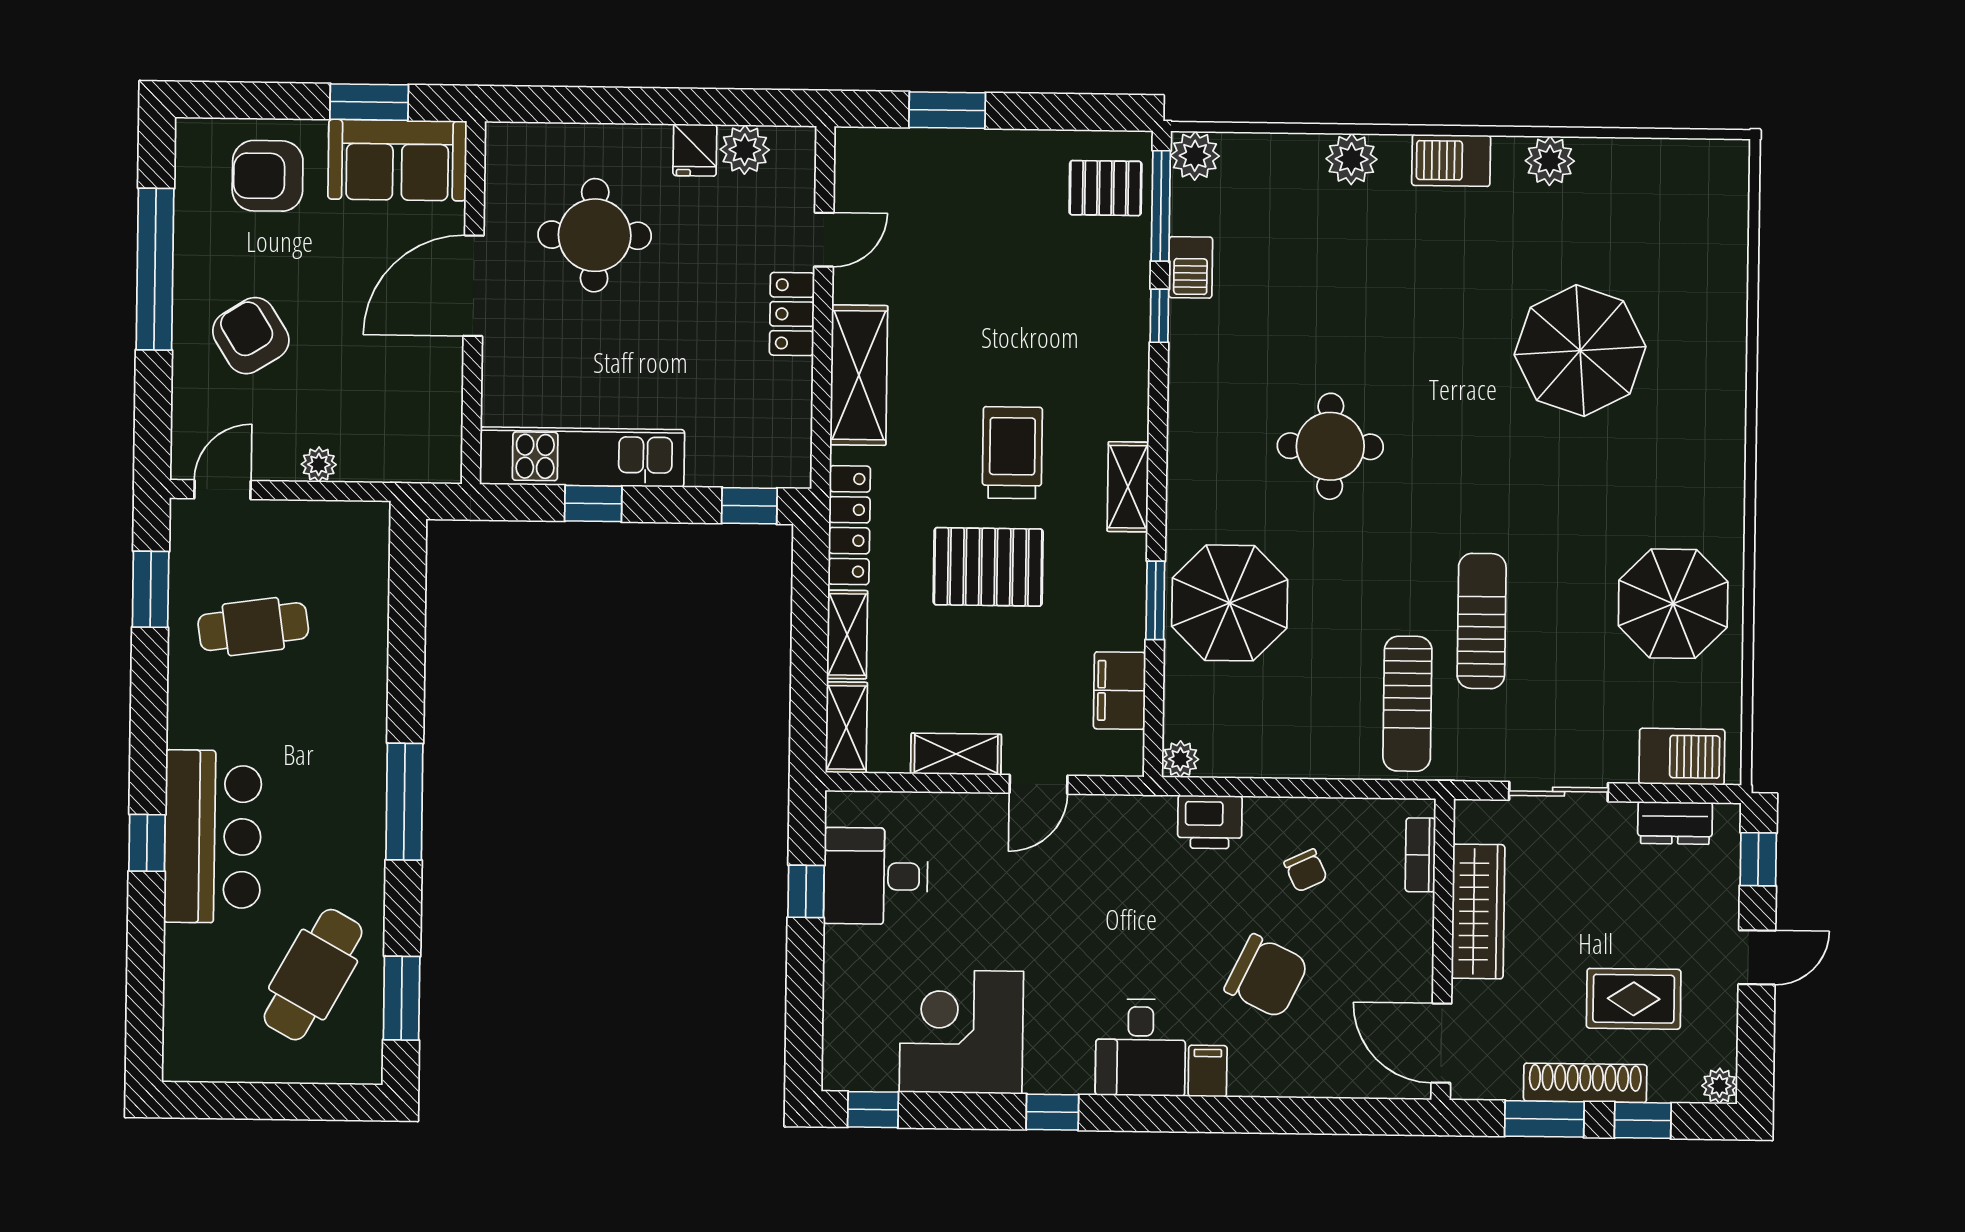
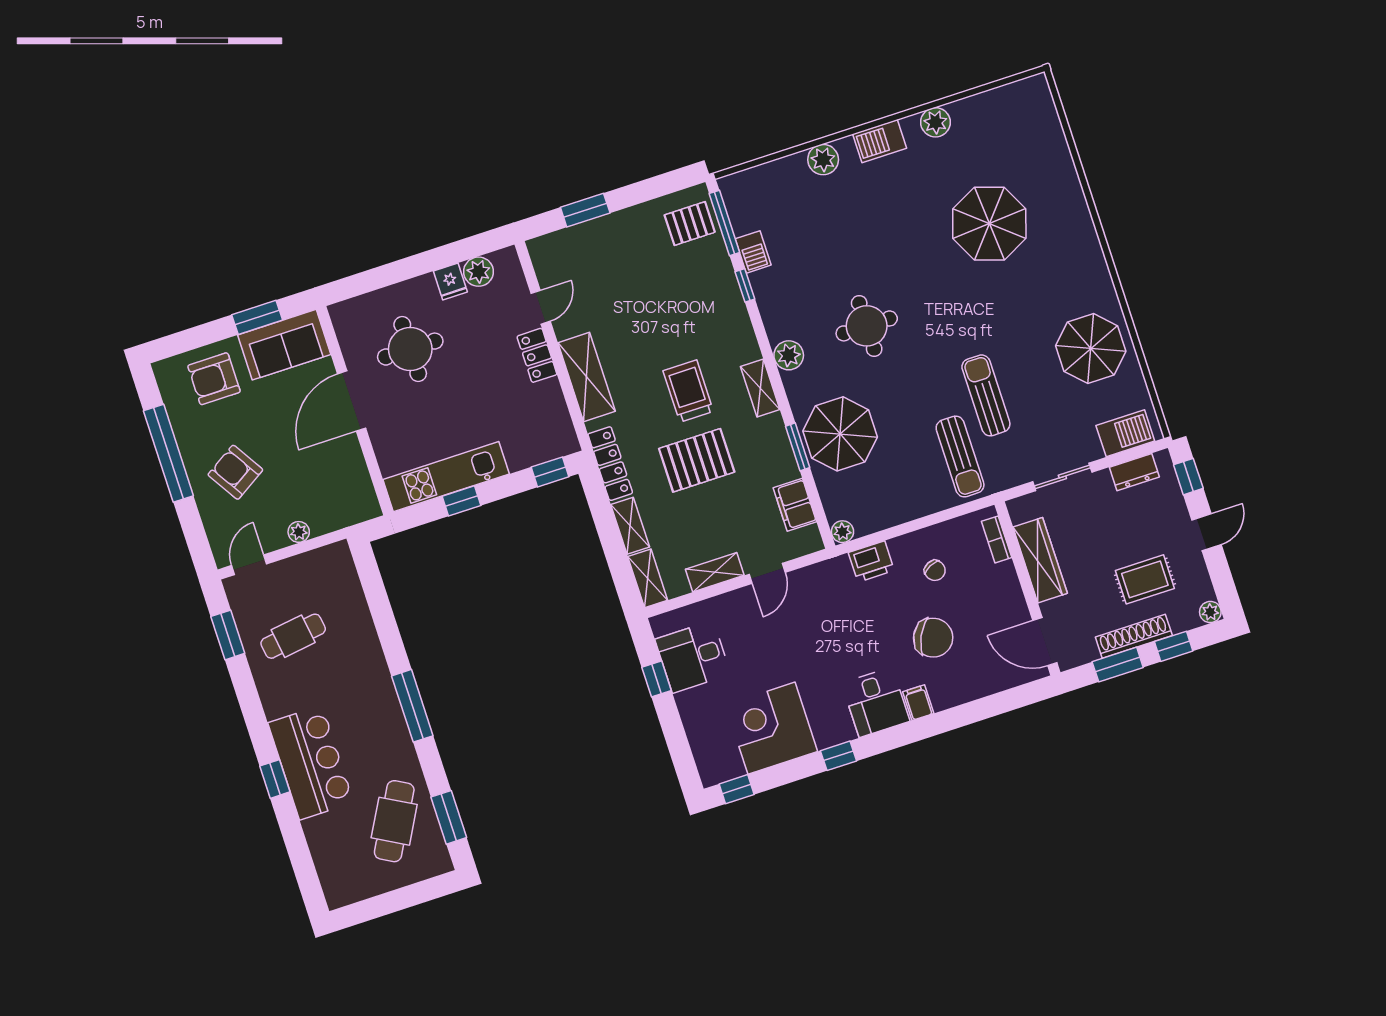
plant: (1195, 156) -> (789, 355), moved

